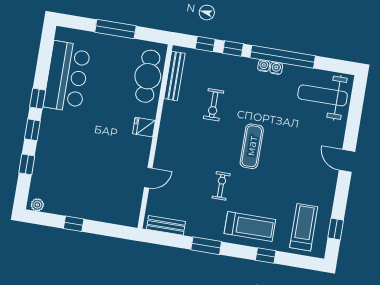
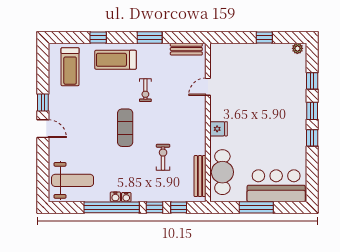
bar counter: (67, 77) -> (276, 186), moved, turned 90
window: (336, 229) -> (43, 103), moved

